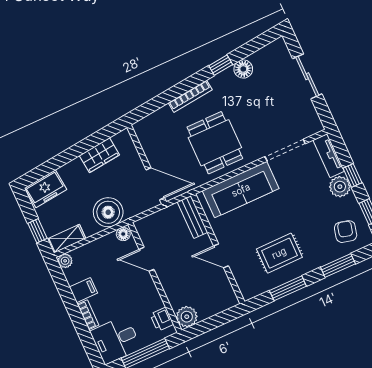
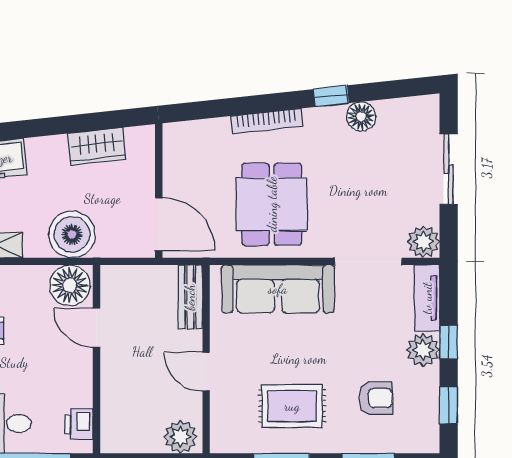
plant: (312, 124) -> (424, 242), added
armchair: (346, 232) -> (376, 398), moved, turned 76
floor lamp: (123, 234) -> (70, 285), width x1.89, depth x1.89
plant: (187, 317) -> (180, 437), moved

